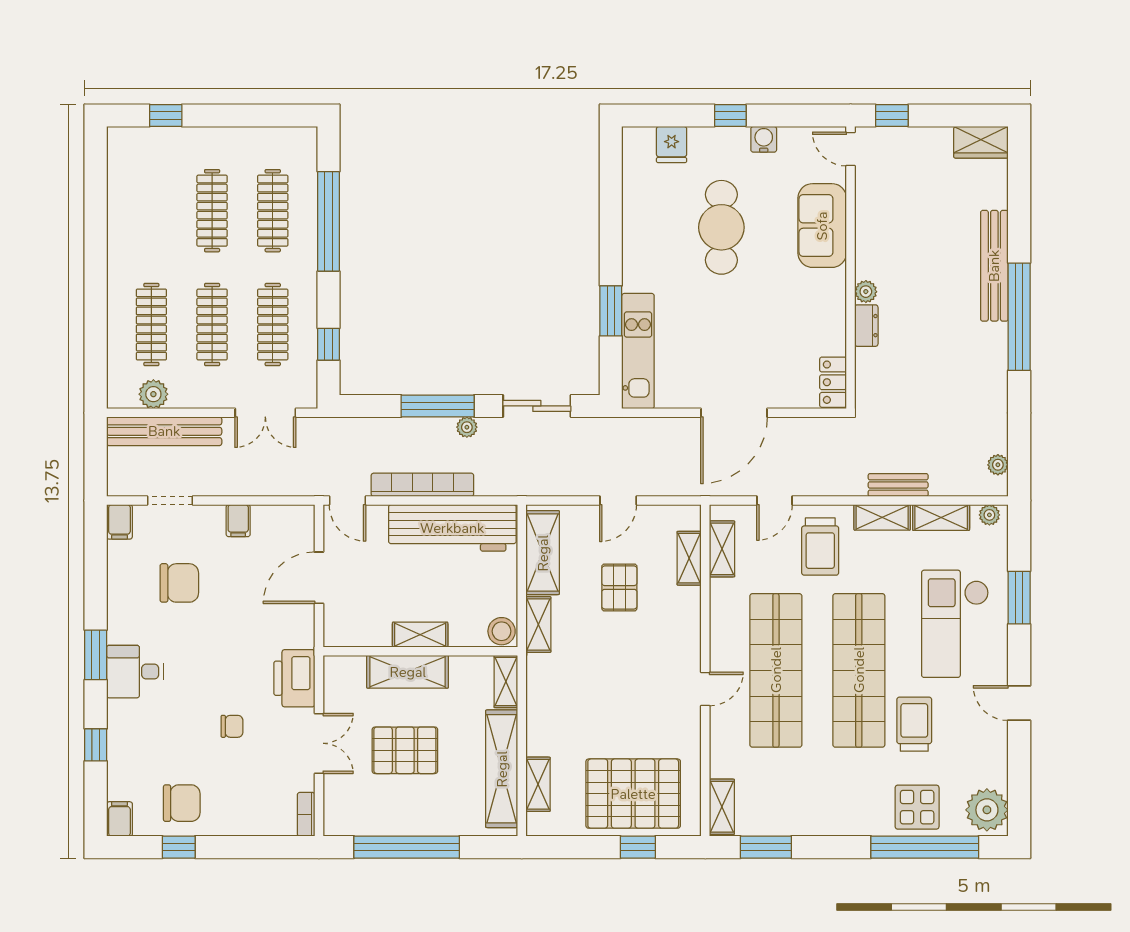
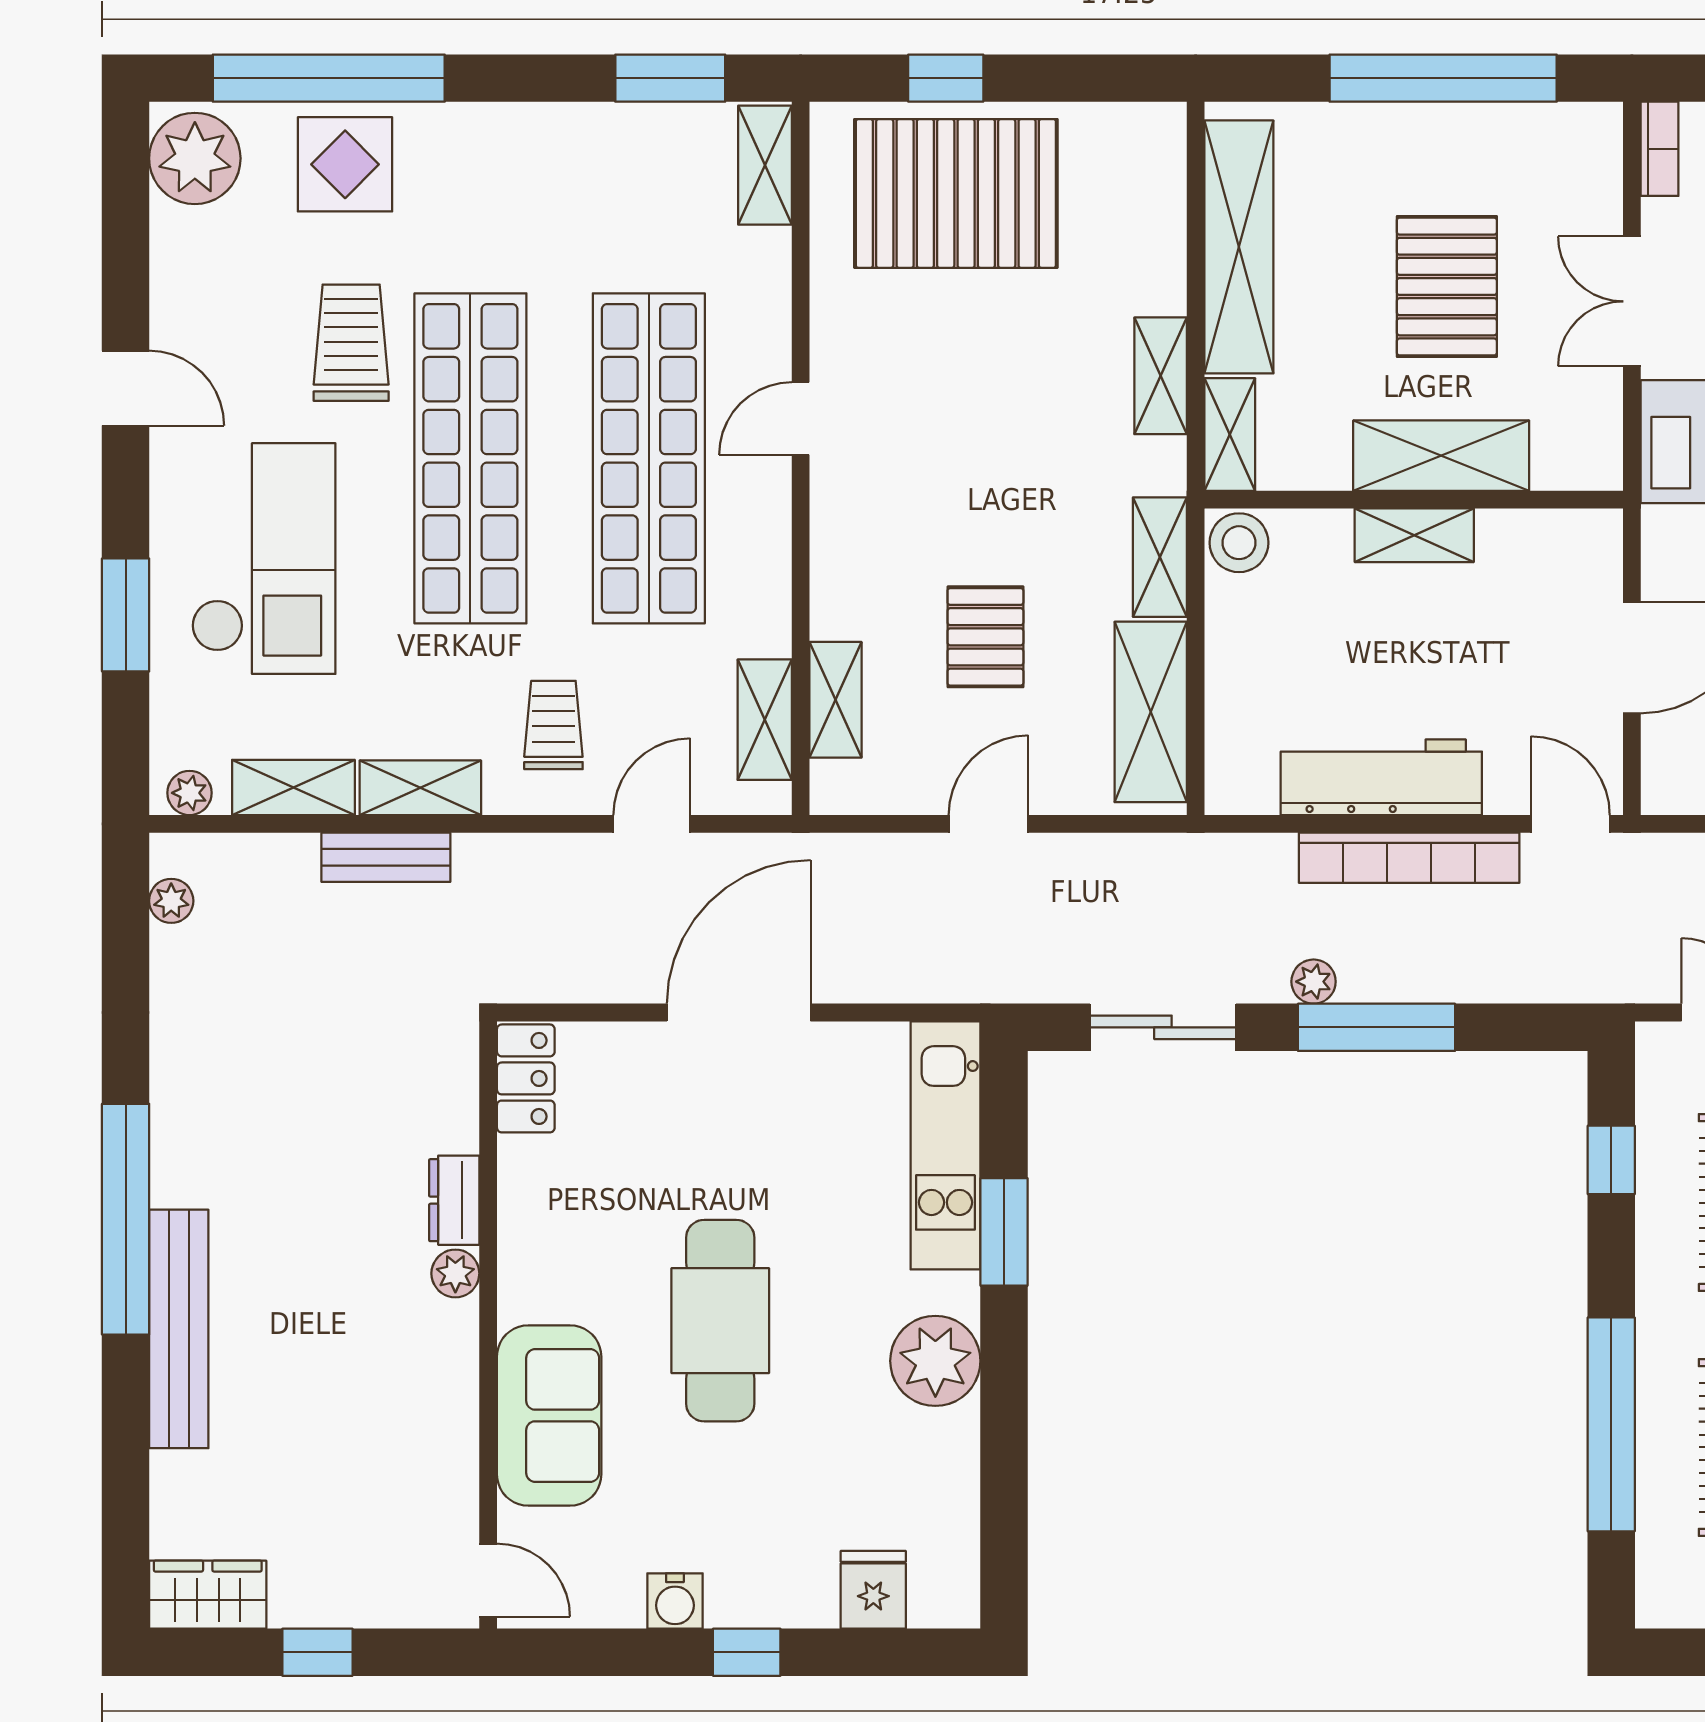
window: (892, 115) -> (317, 1652), moved
cafe table: (721, 227) -> (720, 1321), moved
plant: (643, 251) -> (935, 1361), added
workbench: (452, 528) -> (1381, 777), width x0.73, depth x0.76
trolley: (820, 547) -> (553, 725), width x0.73, depth x0.72
trolley: (914, 724) -> (351, 343), turned 180
pallet: (405, 750) -> (1447, 287), turned 90
shelving: (538, 784) -> (1161, 376), moved

